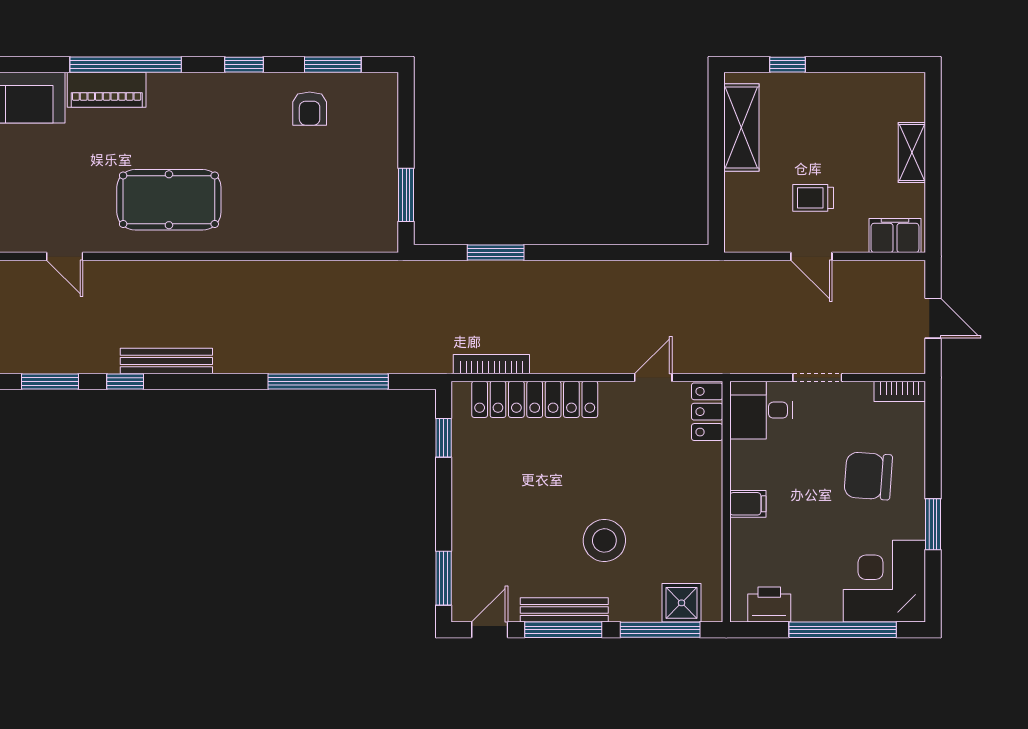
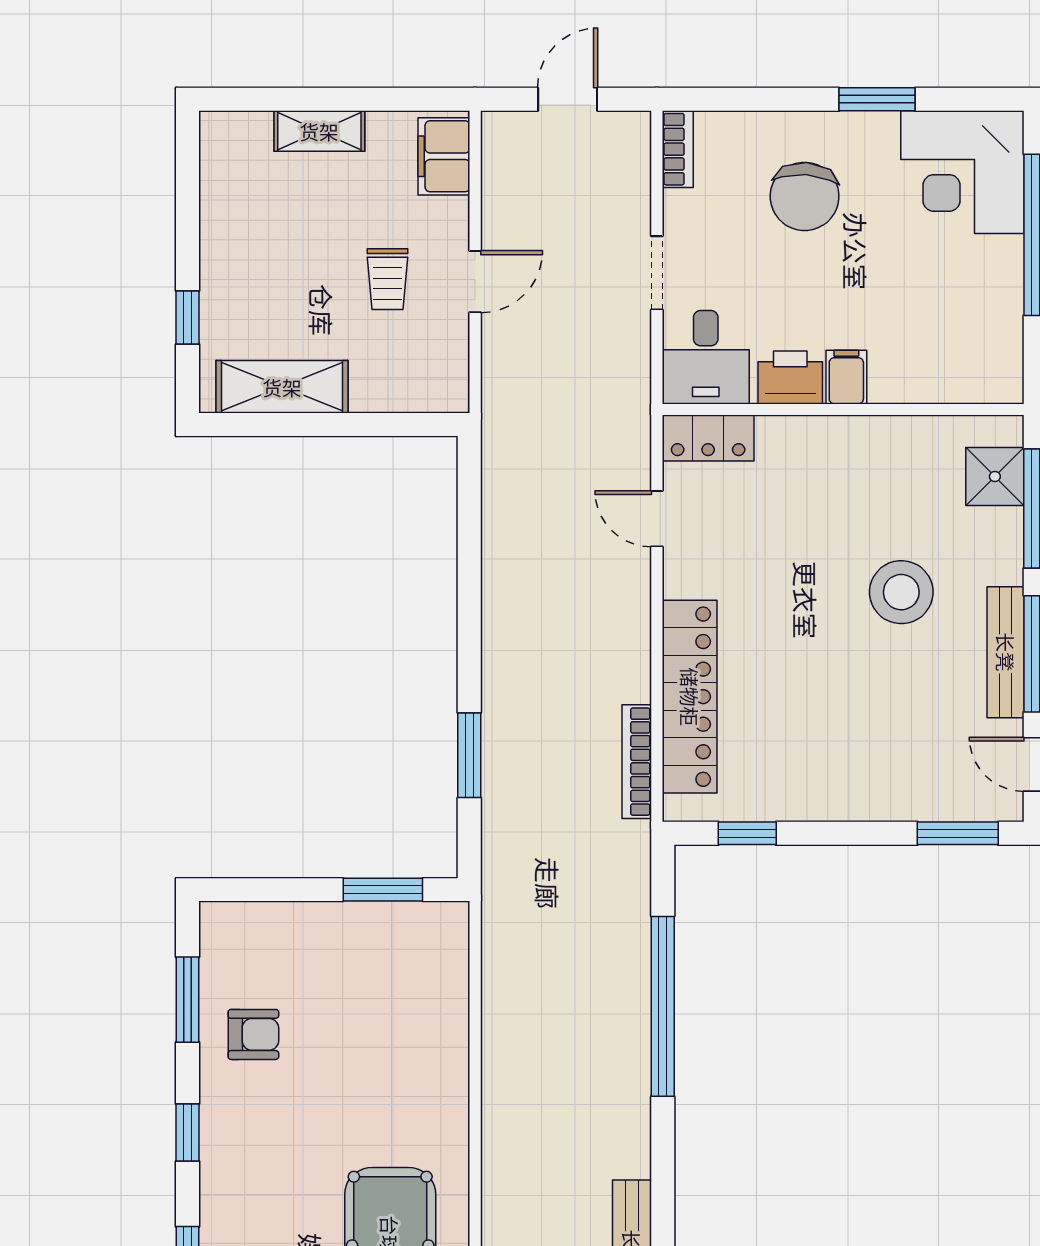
printer: (769, 605) -> (790, 377), moved, turned 90

